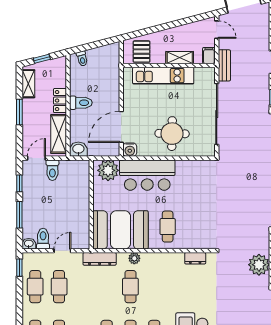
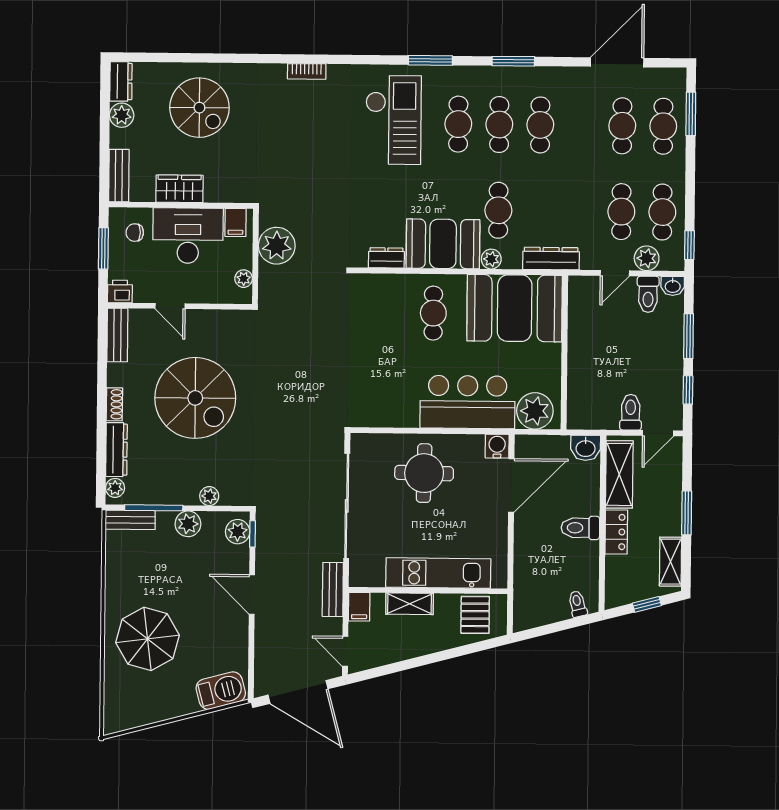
plant: (44, 260) -> (647, 258), added
booth: (162, 267) -> (443, 244), added

